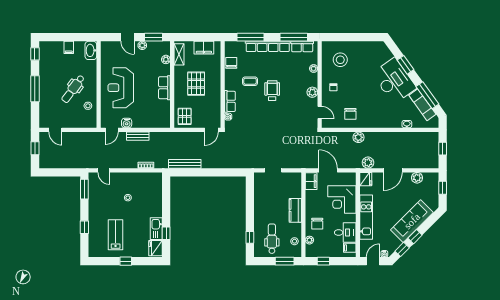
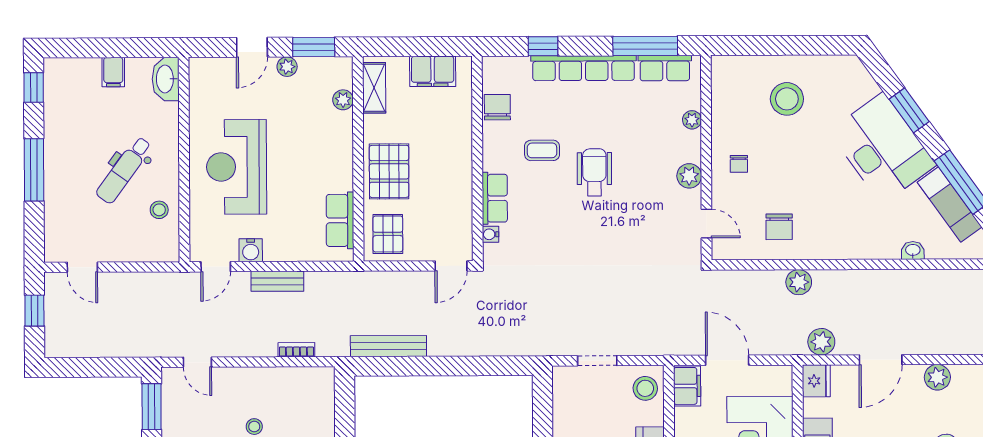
door: (127, 37) -> (252, 47), hinge flipped
window: (251, 37) -> (543, 46), width x0.46
stool: (340, 60) -> (787, 99), moved
pallet: (196, 84) -> (389, 171), moved
row of seats: (164, 88) -> (340, 220), moved
stool: (293, 182) -> (645, 388), added

